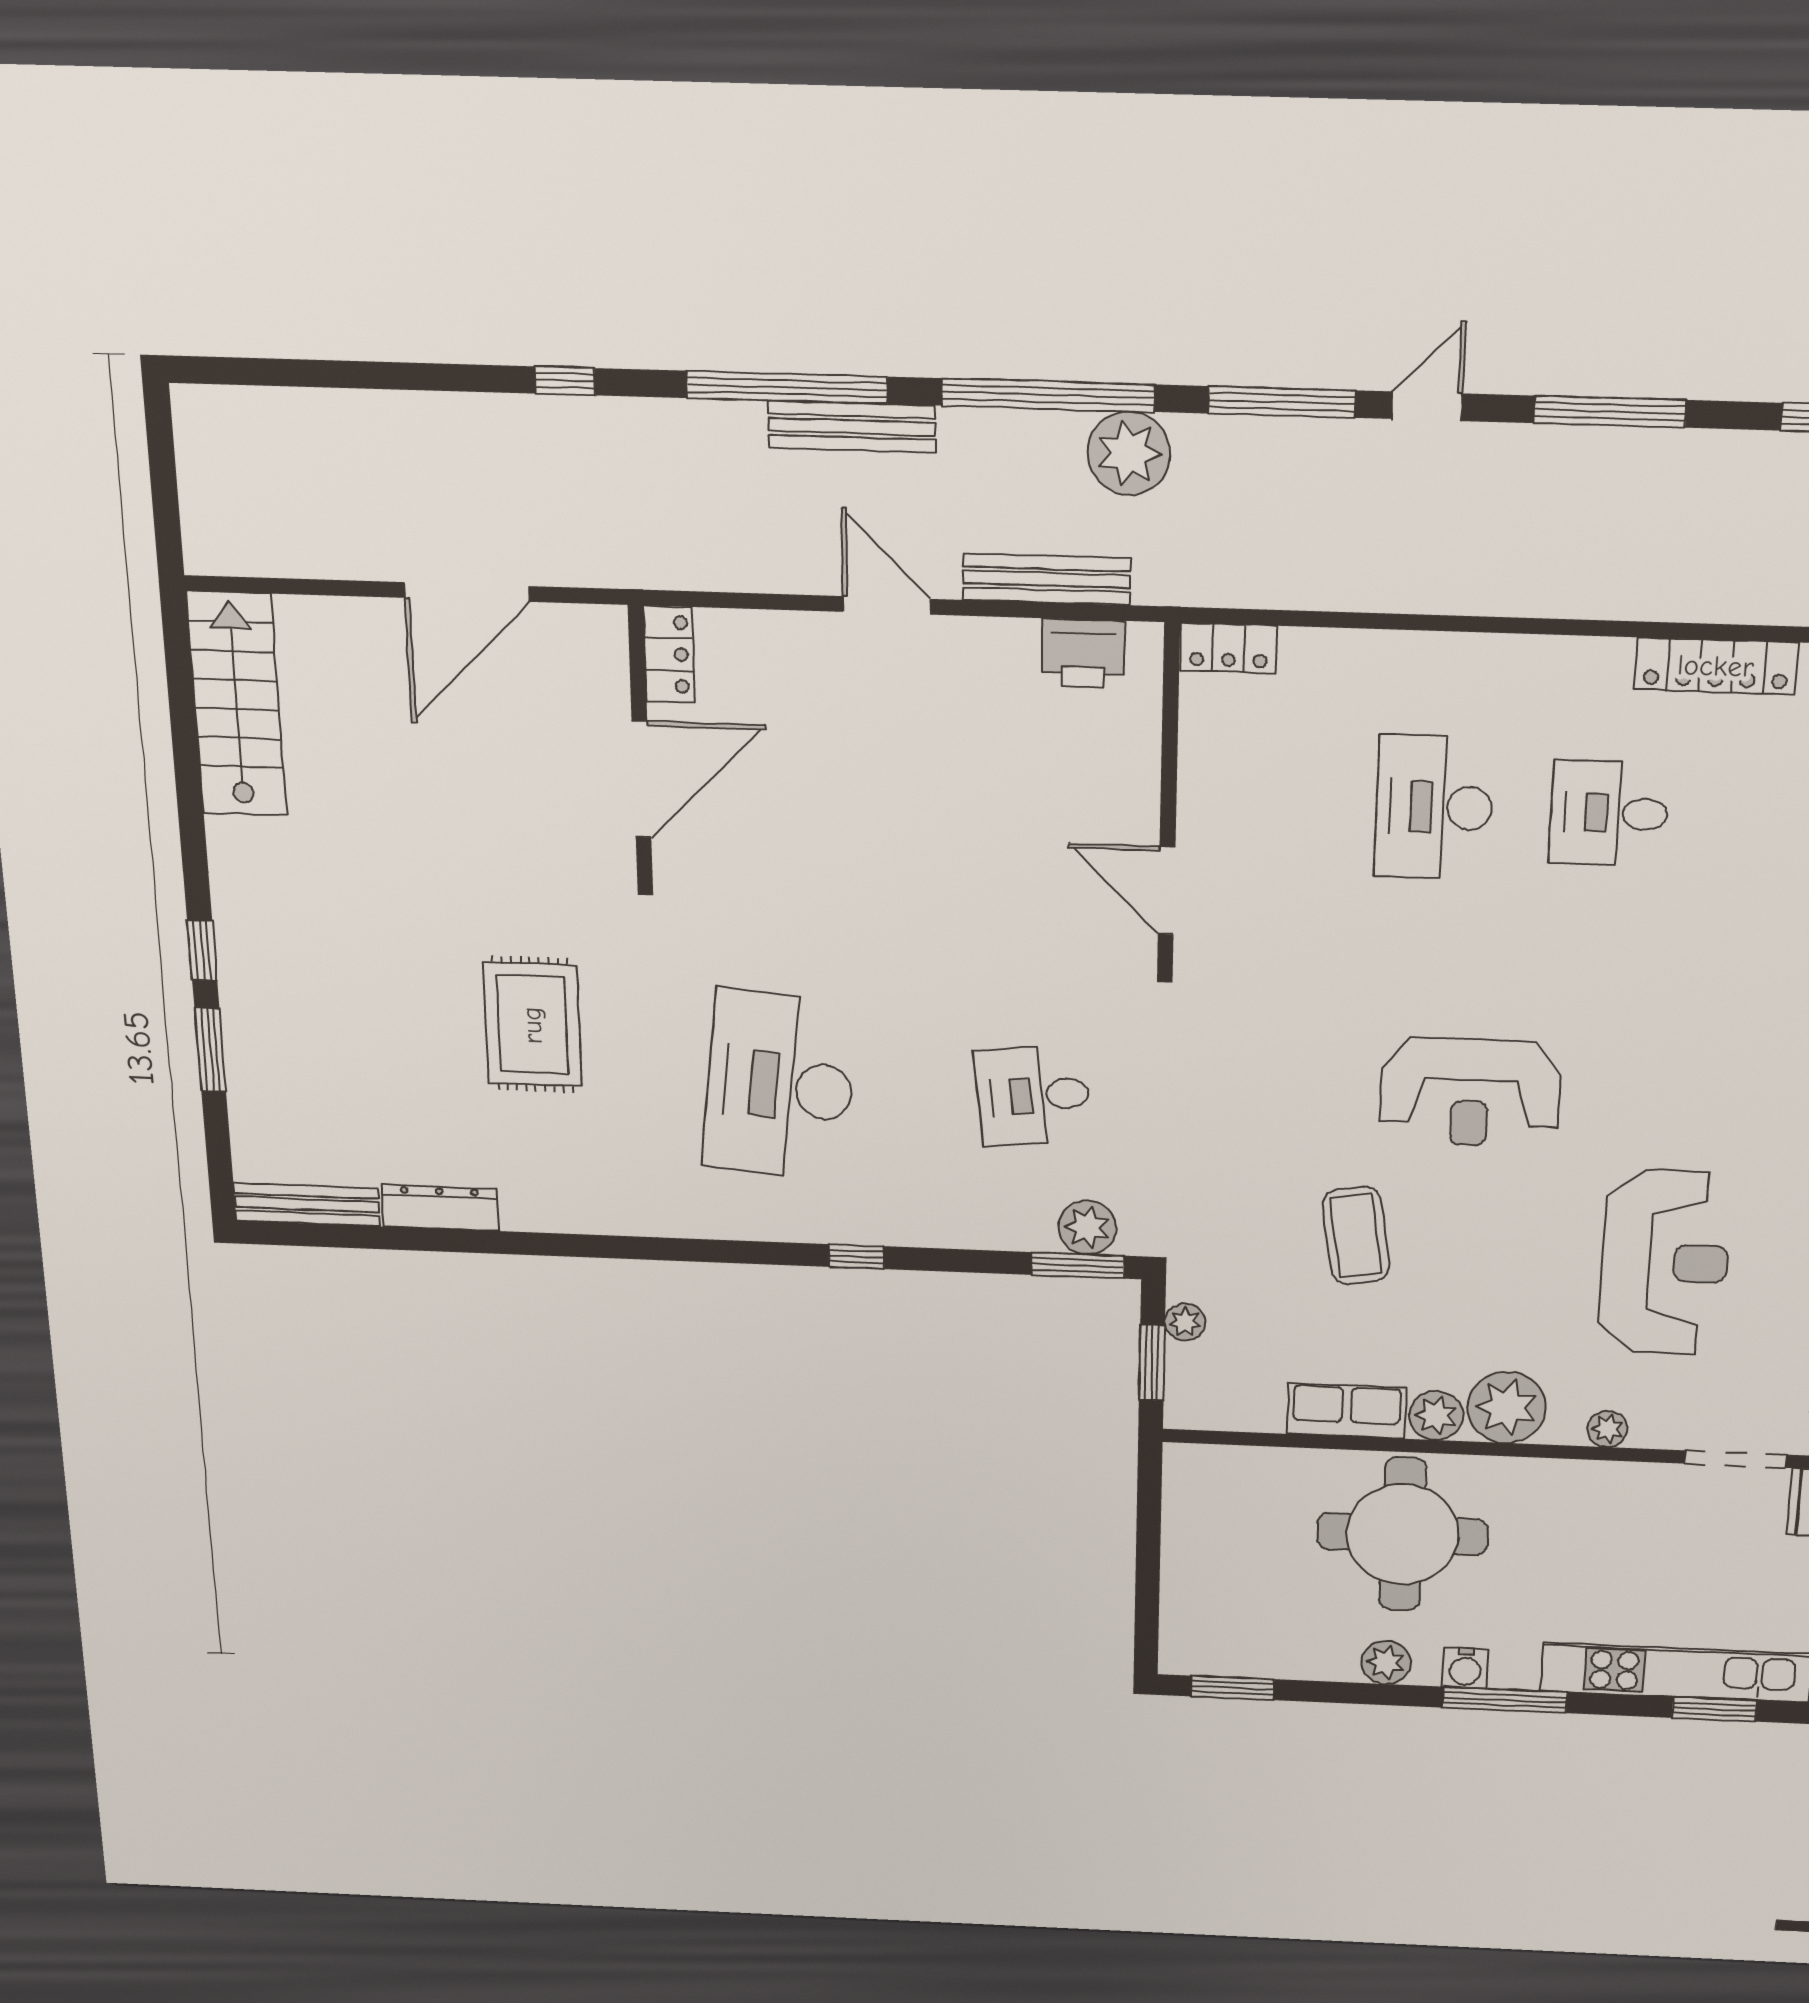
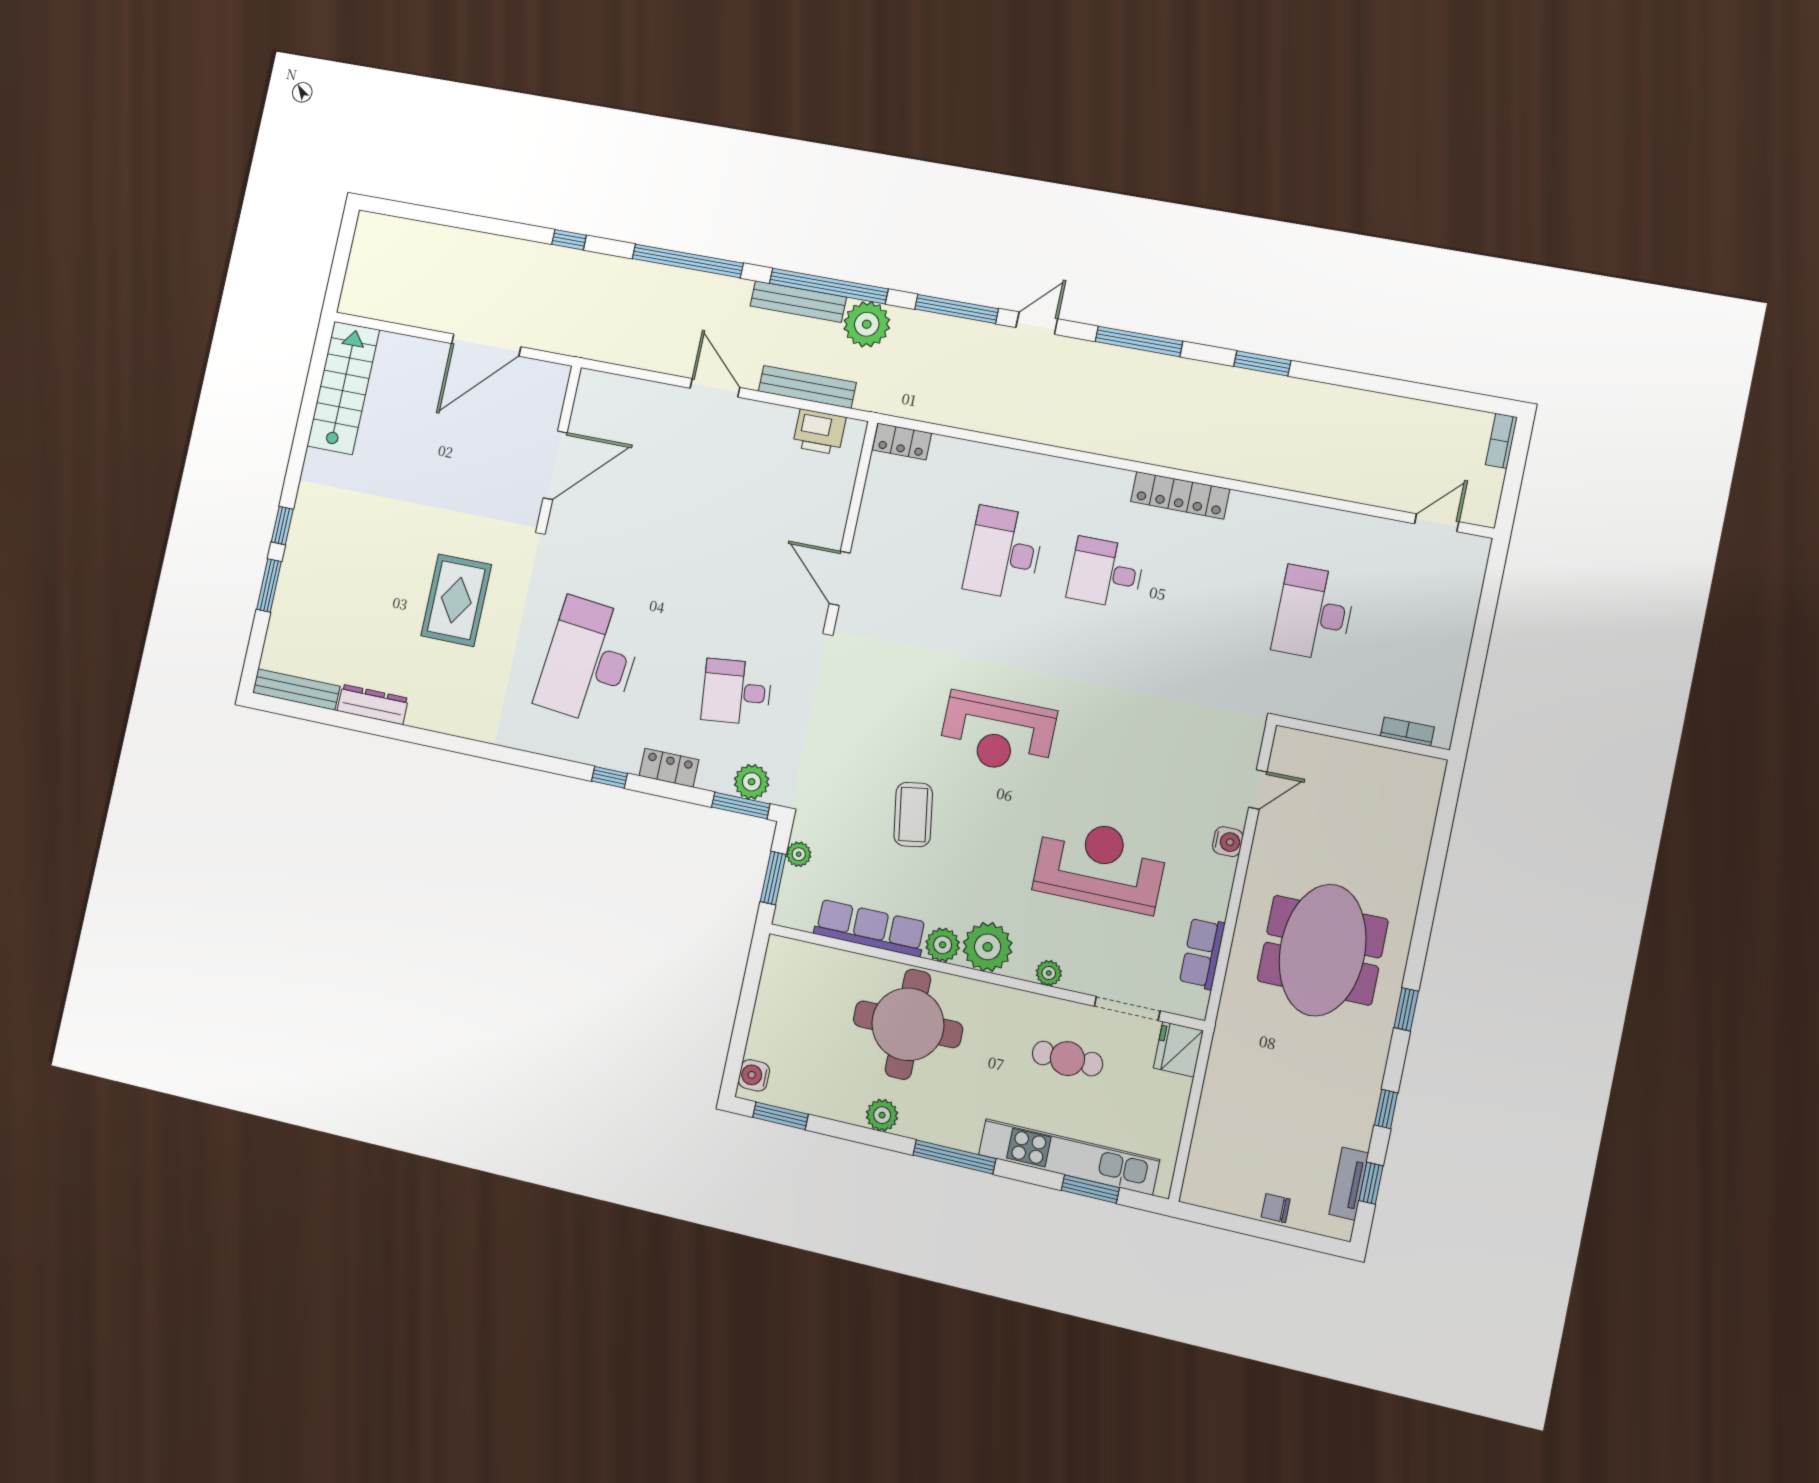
bench: (852, 427) -> (798, 302), moved
locker: (669, 654) -> (669, 768), moved, turned -90
reception desk: (1665, 1262) -> (1100, 865), turned -90
row of seats: (1347, 1411) -> (870, 928), width x1.48
cafe table: (1654, 1542) -> (1067, 1059), added
water cooler: (1465, 1668) -> (754, 1075), moved, turned 90

